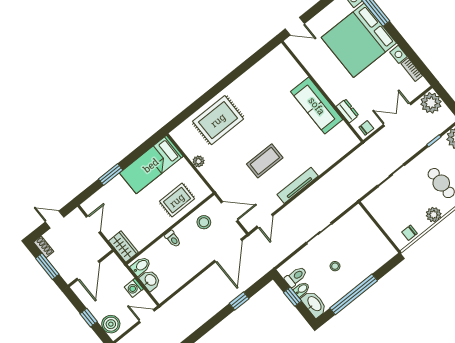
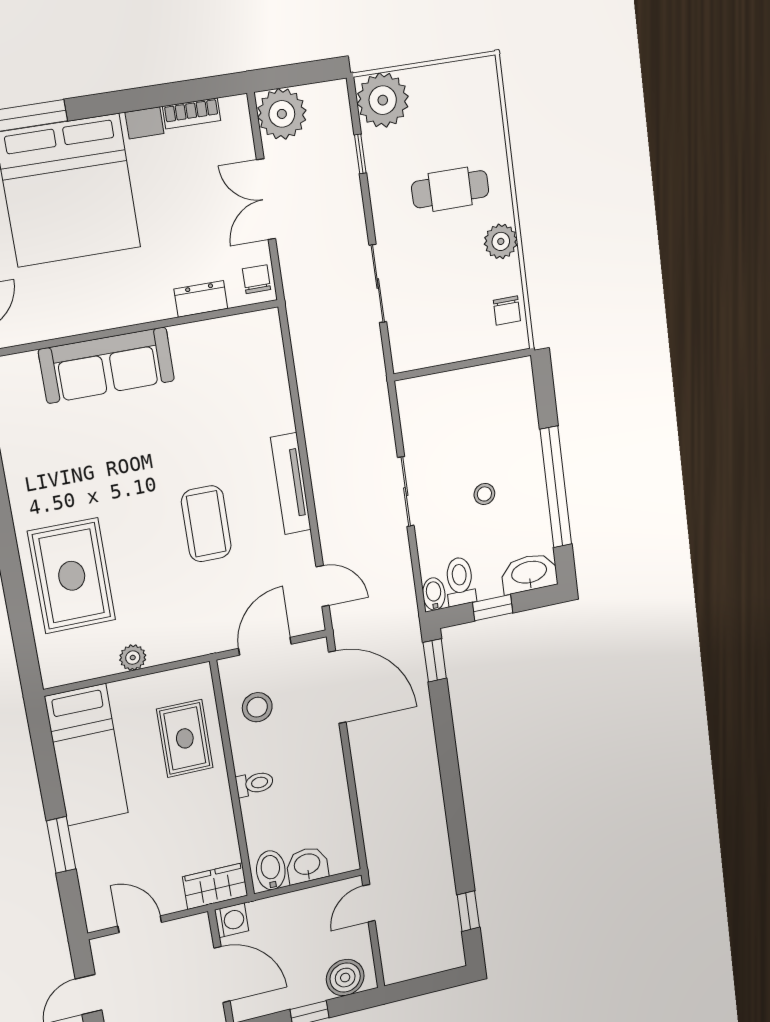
sofa: (317, 106) -> (107, 365), moved
washing machine: (134, 288) -> (232, 920), moved, turned -90
bidet: (302, 289) -> (434, 594), moved
window: (239, 301) -> (435, 660), moved

